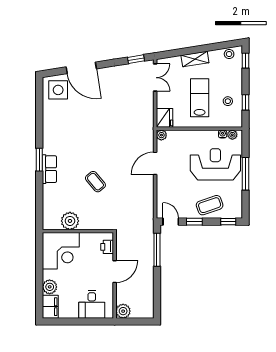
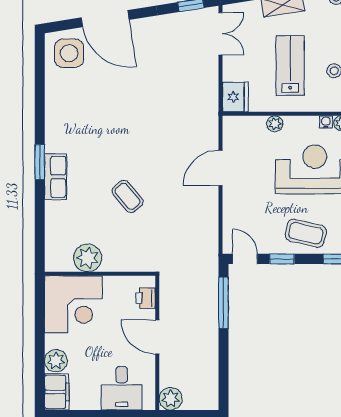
plant: (161, 135) -> (275, 124), moved
coffee table: (210, 205) -> (306, 233), turned 32
door: (115, 272) -> (157, 337), swing flipped

